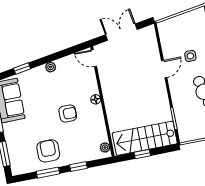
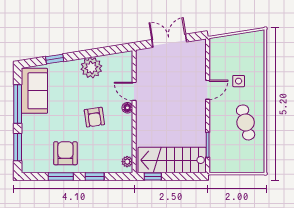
door: (94, 58) -> (134, 91), moved
plant: (51, 67) -> (91, 68), width x1.88, depth x1.88
armchair: (68, 114) -> (94, 117), turned 82
window: (142, 154) -> (153, 177), moved

